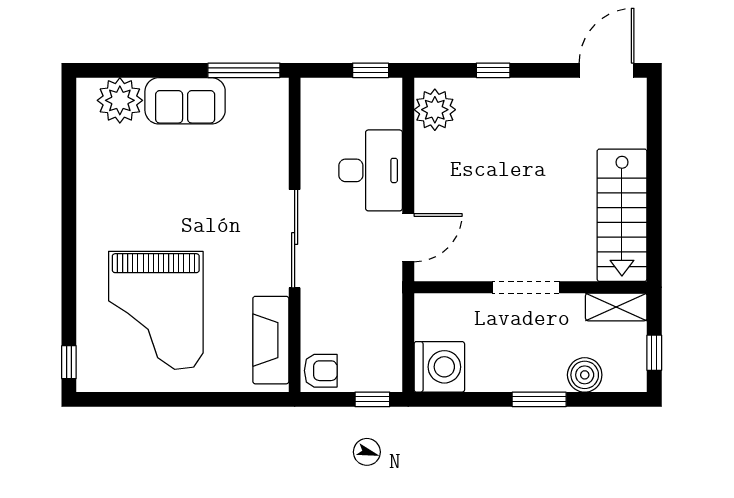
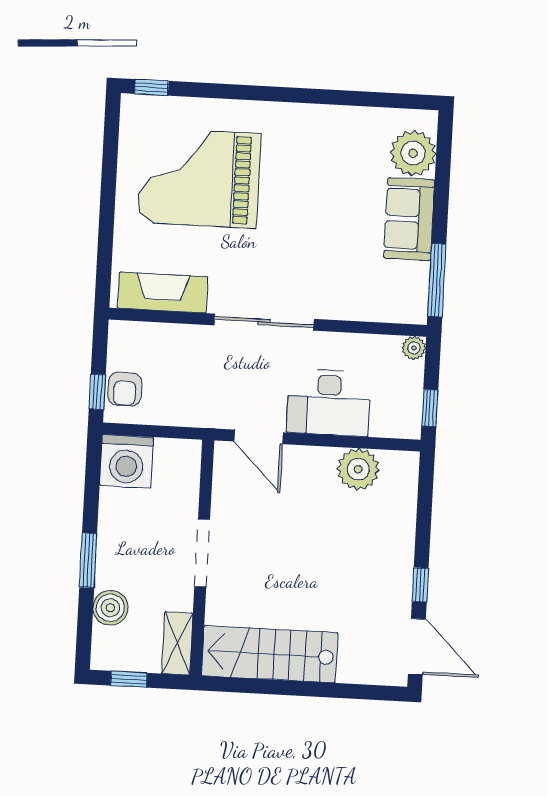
window: (493, 70) -> (420, 585), moved
plant: (312, 89) -> (414, 348), added
plant: (435, 110) -> (358, 469), moved
armchair: (321, 371) -> (125, 389), moved

